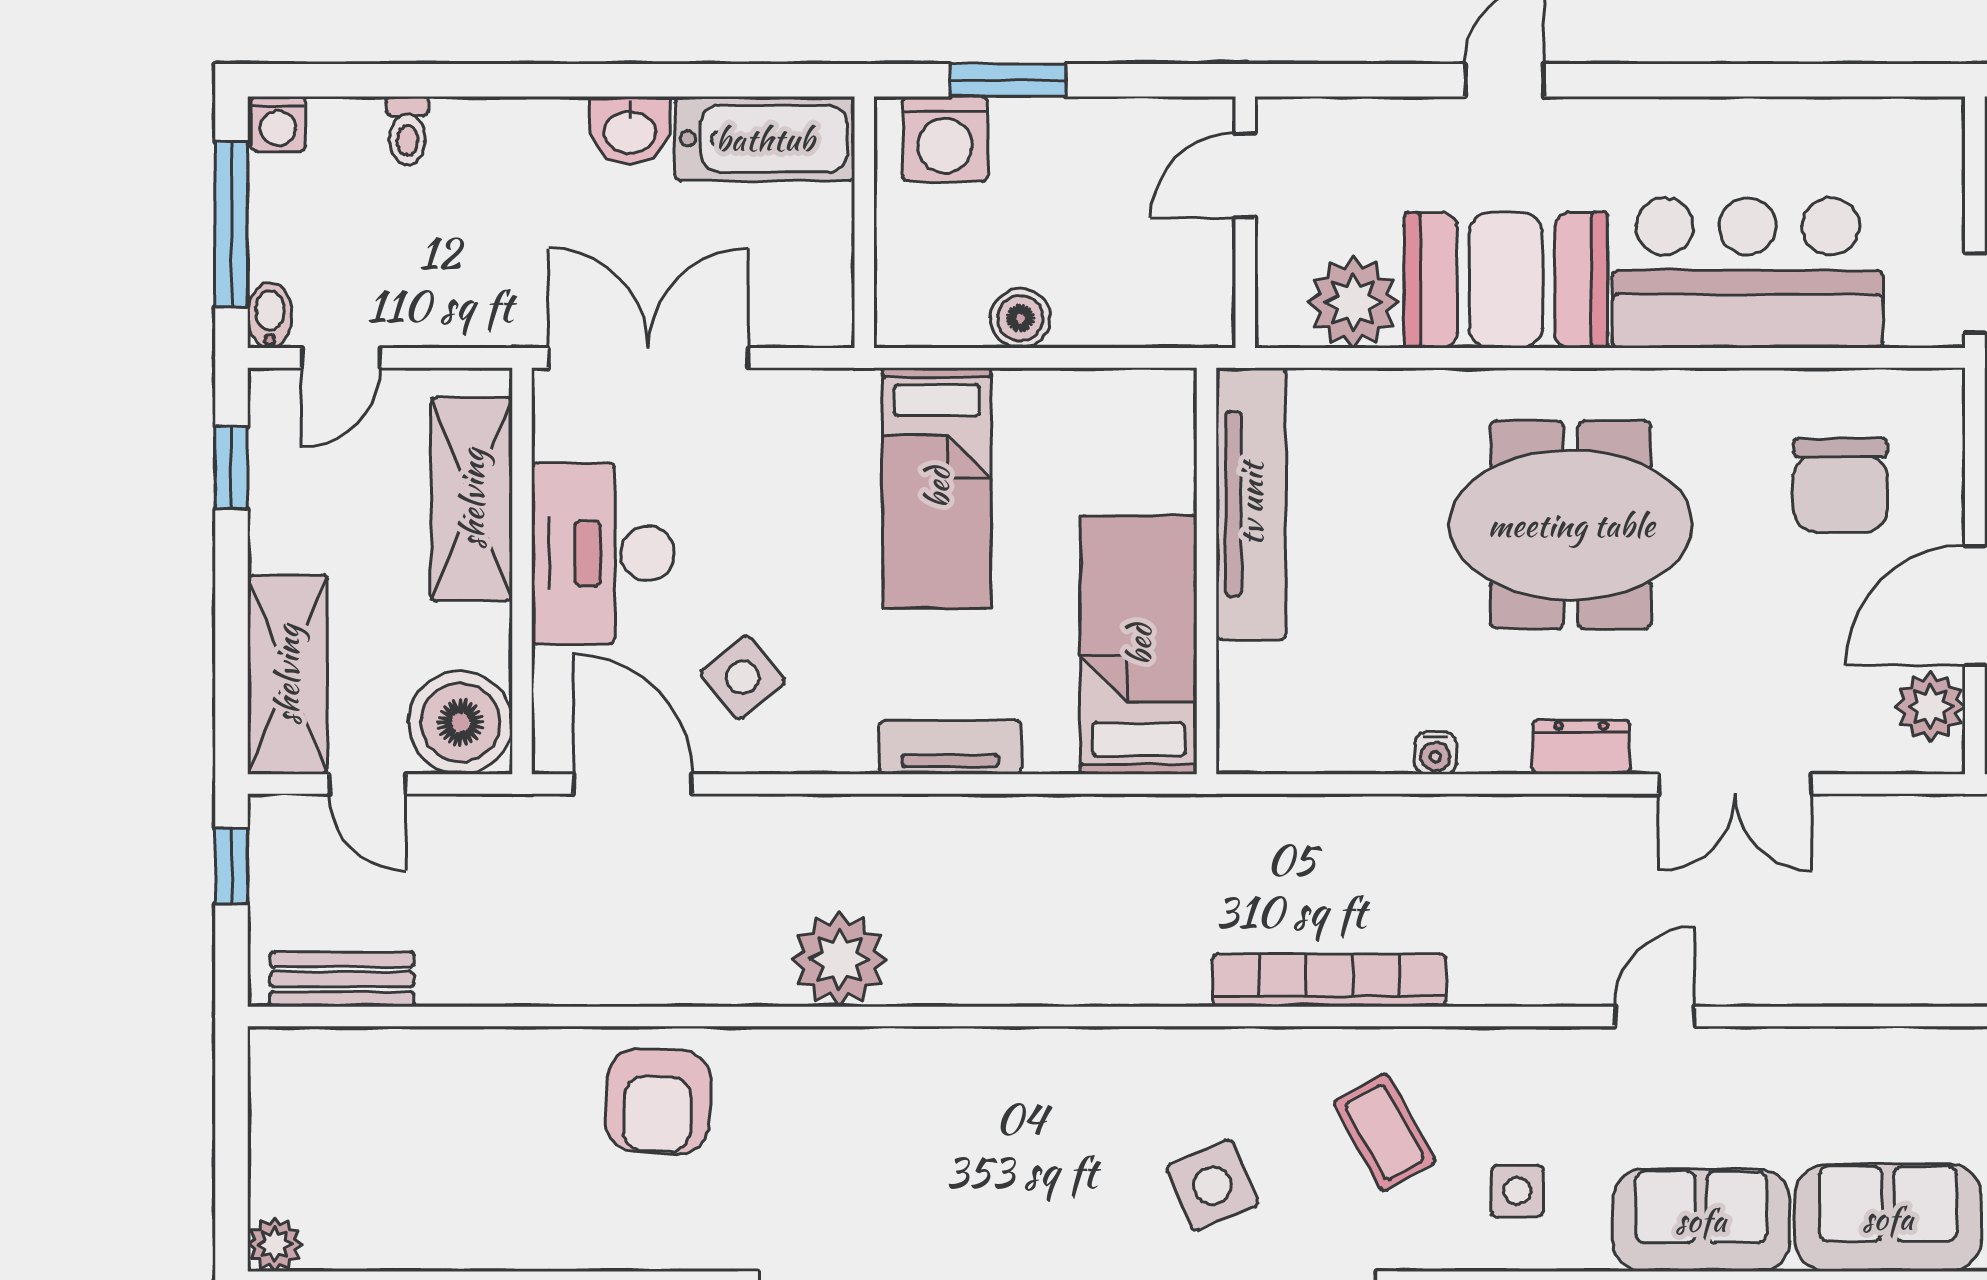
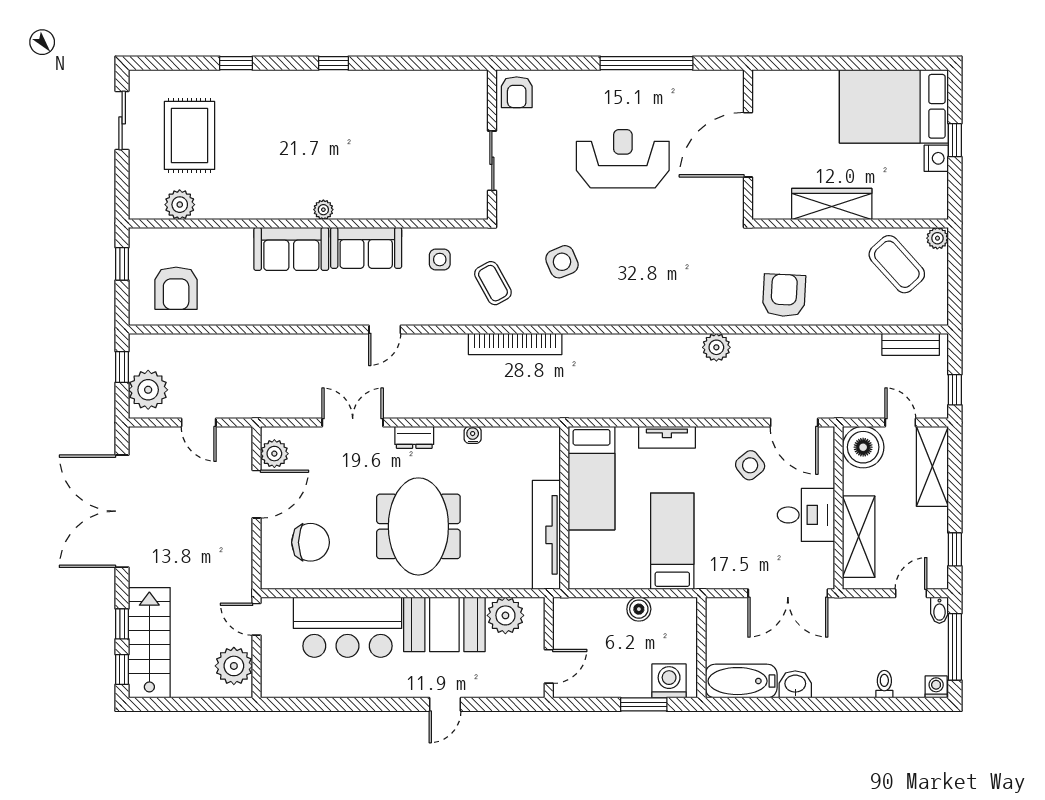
chair: (1840, 485) -> (310, 542), turned 90
meeting table: (1571, 525) -> (418, 526), turned 90
desk: (603, 553) -> (806, 515), width x0.73
plant: (840, 959) -> (716, 347), width x0.73, depth x0.73
coffee table: (376, 1179) -> (897, 264), added

